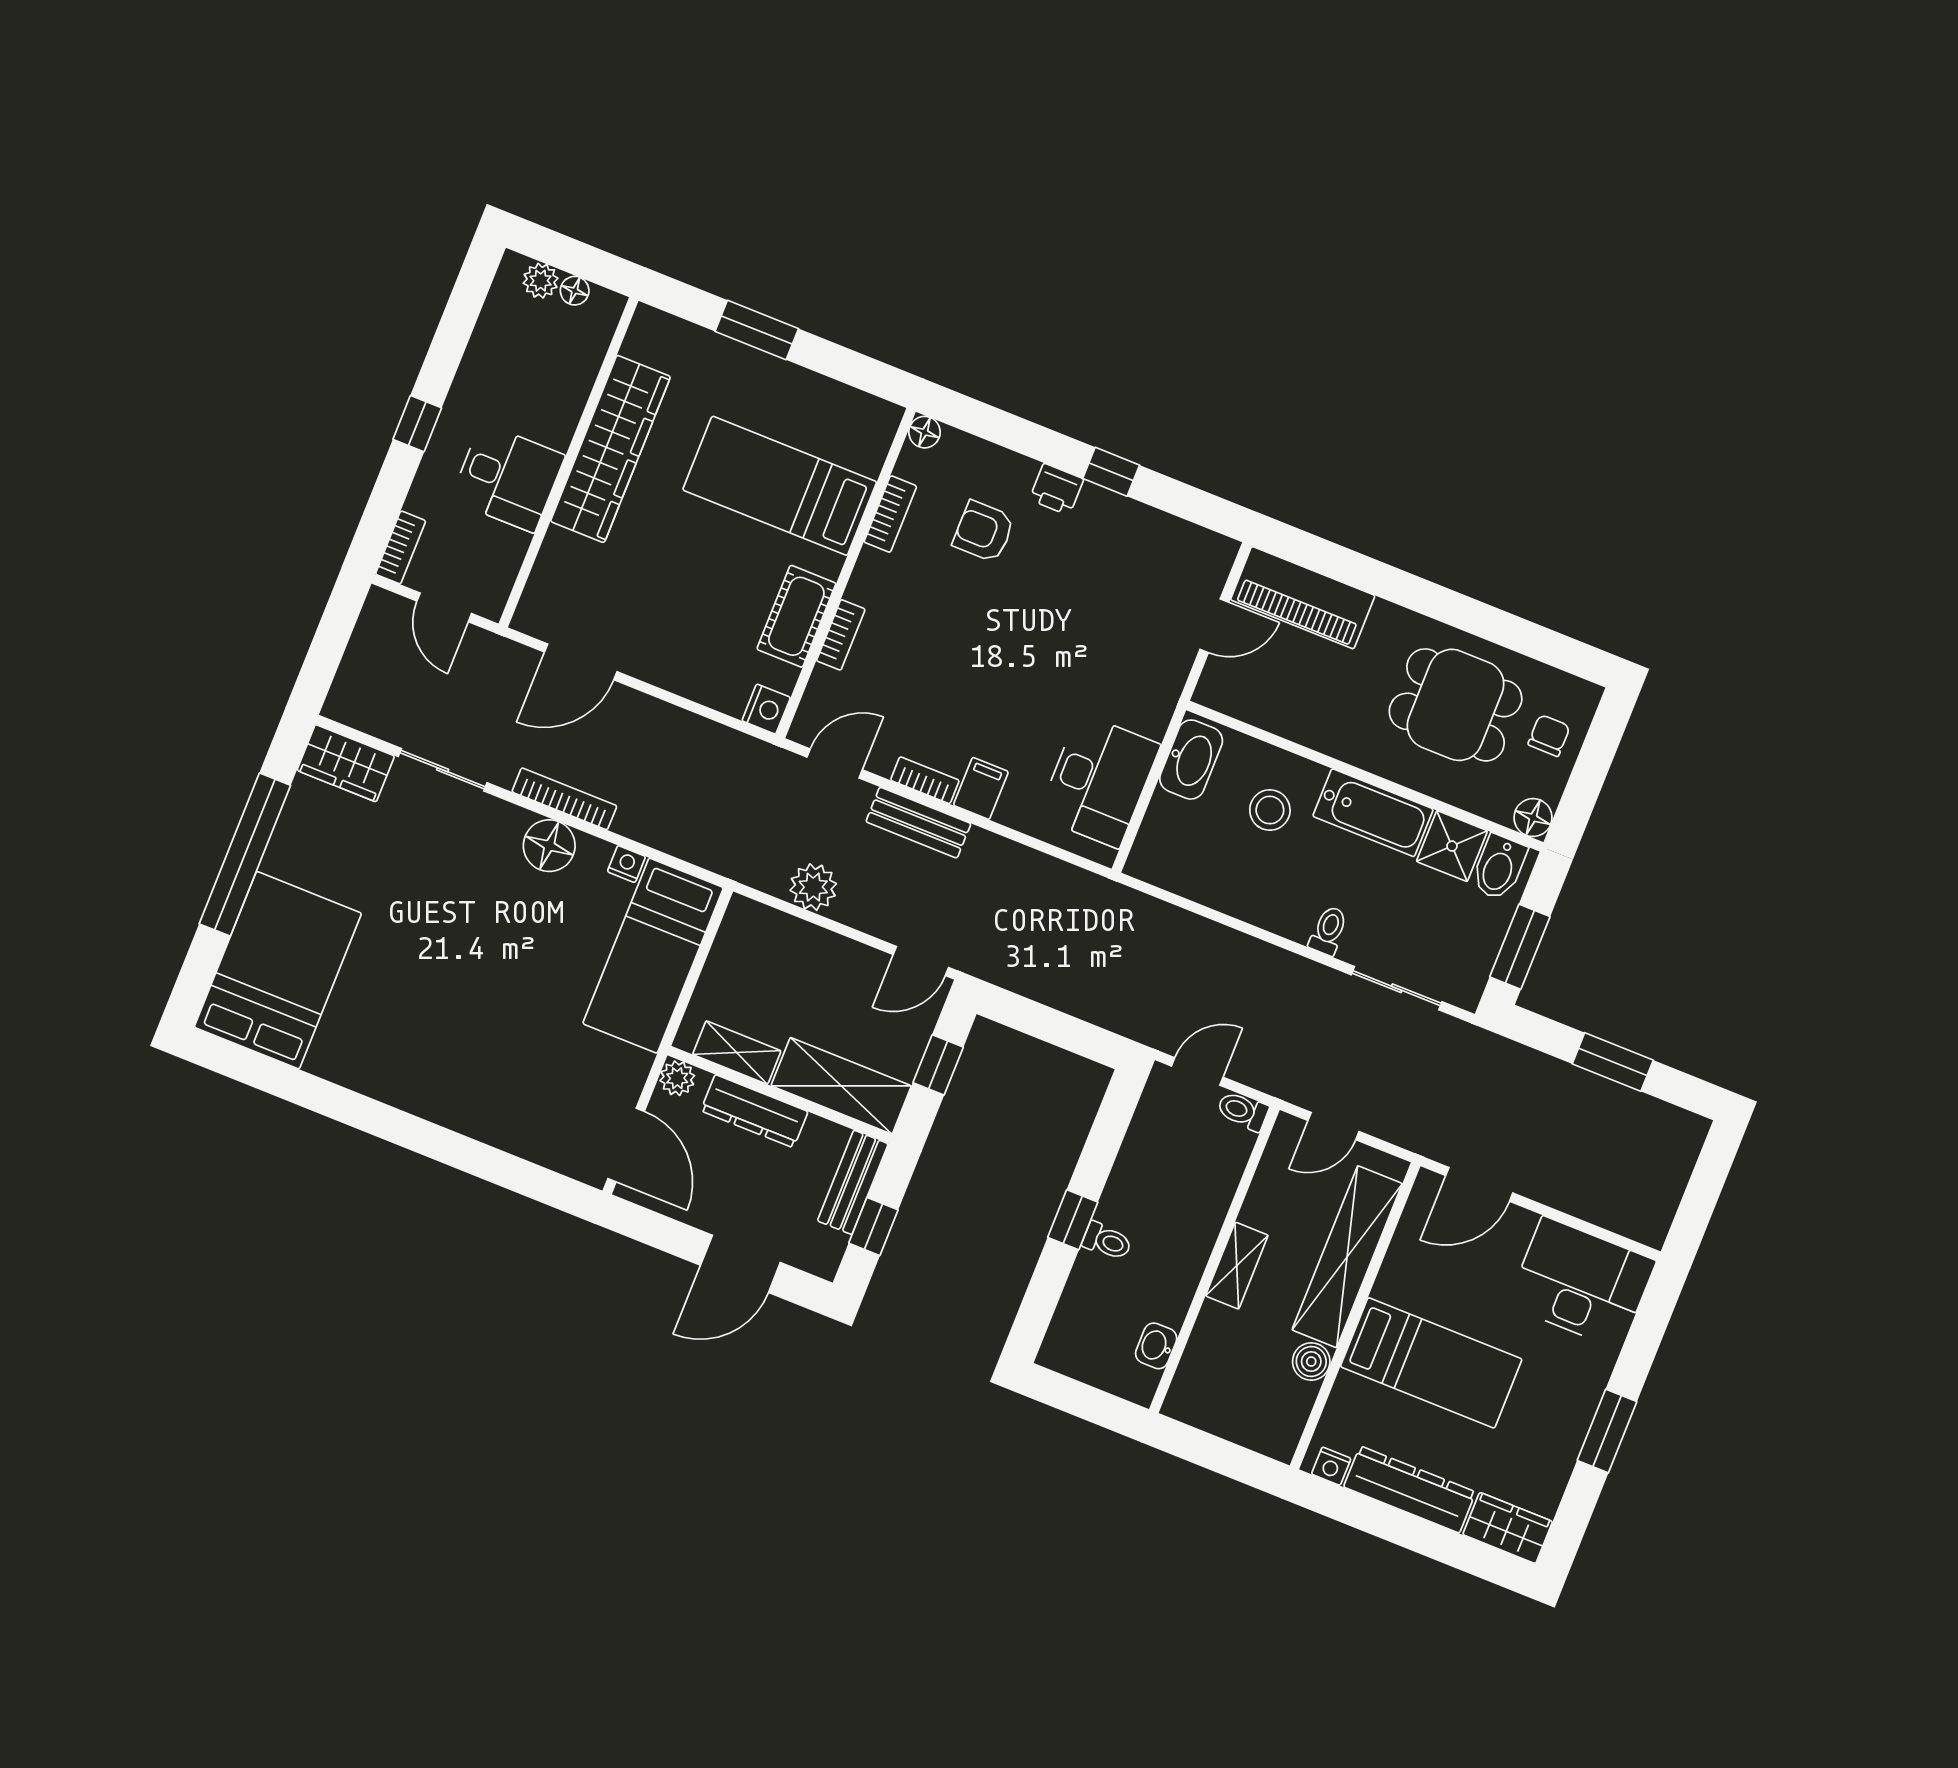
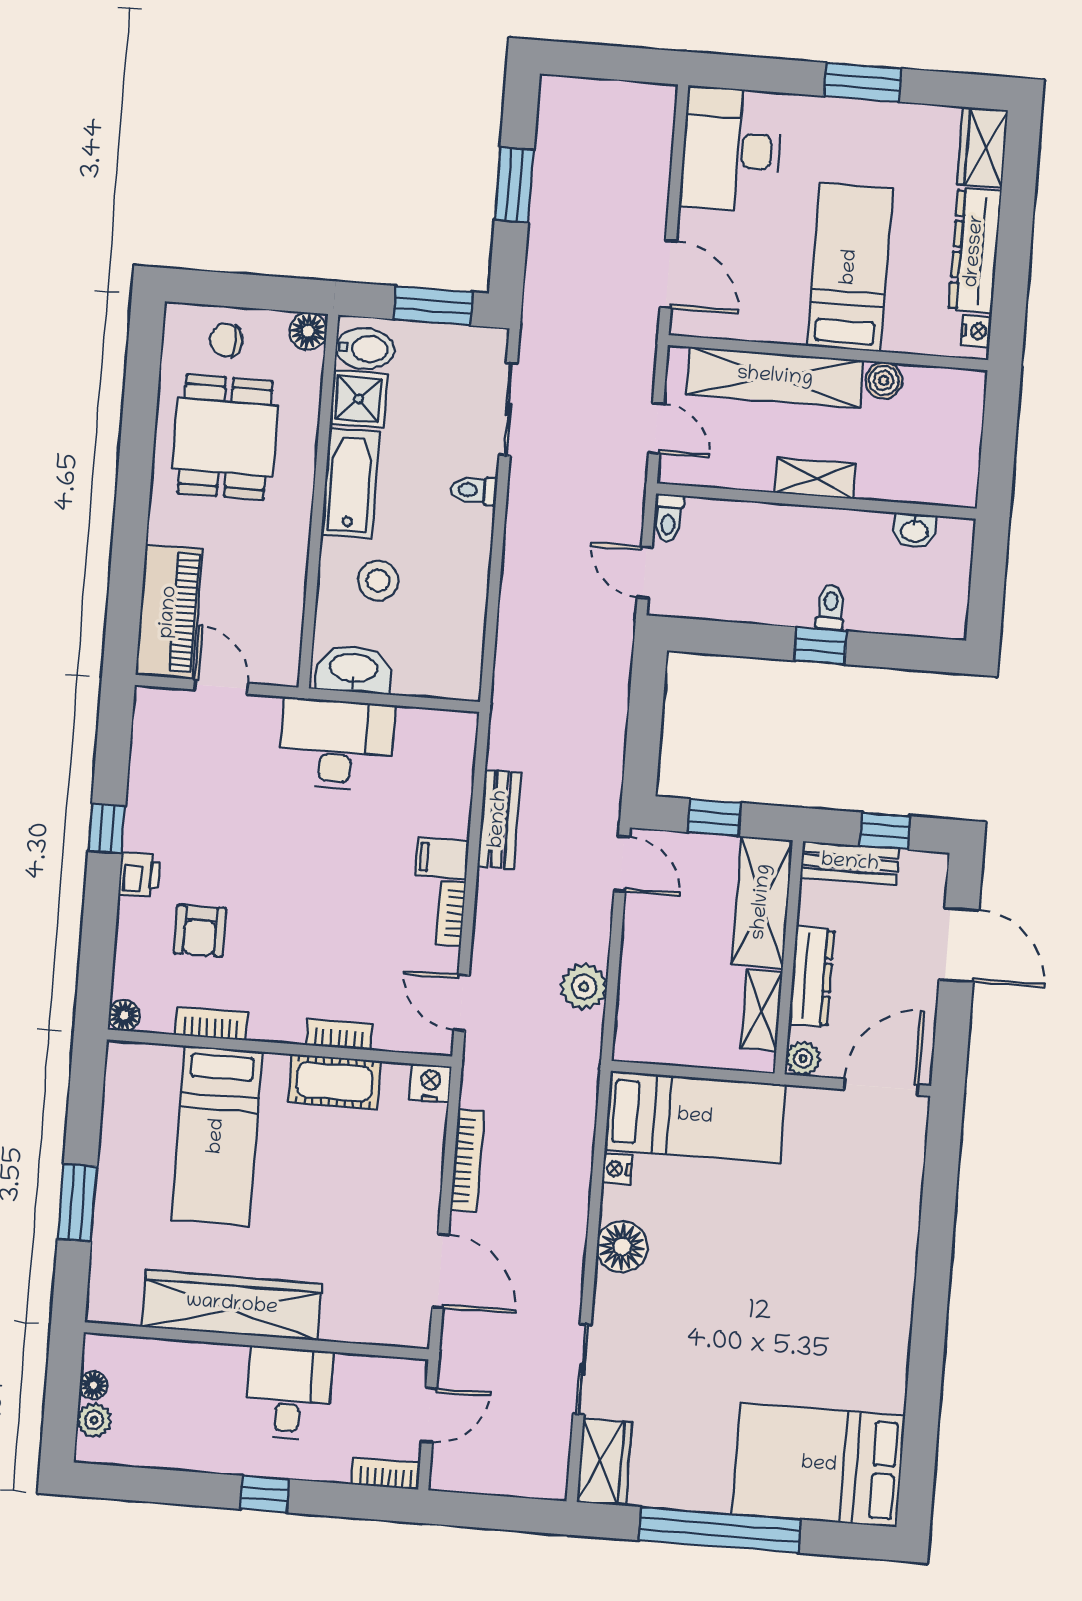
desk: (1099, 781) -> (336, 745), moved
bookcase: (564, 799) -> (467, 1161), moved, turned 180
bench: (918, 823) -> (499, 819), moved

